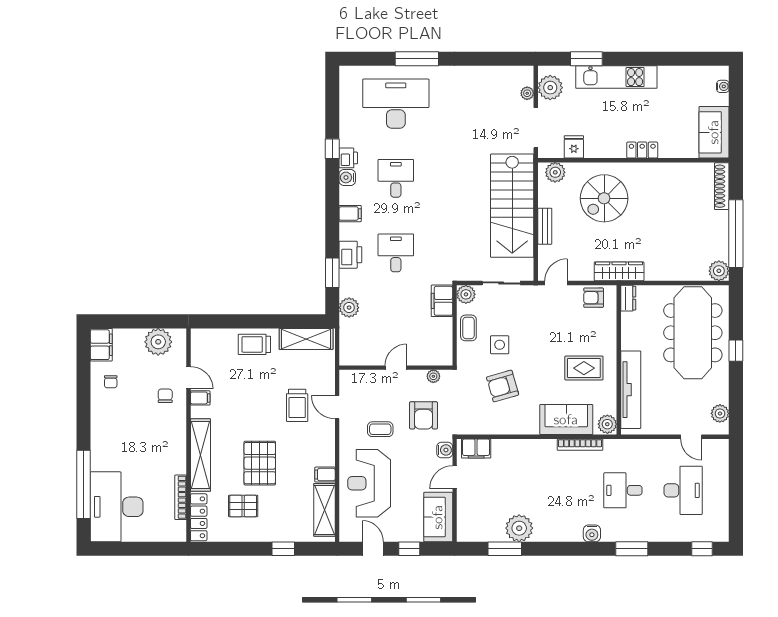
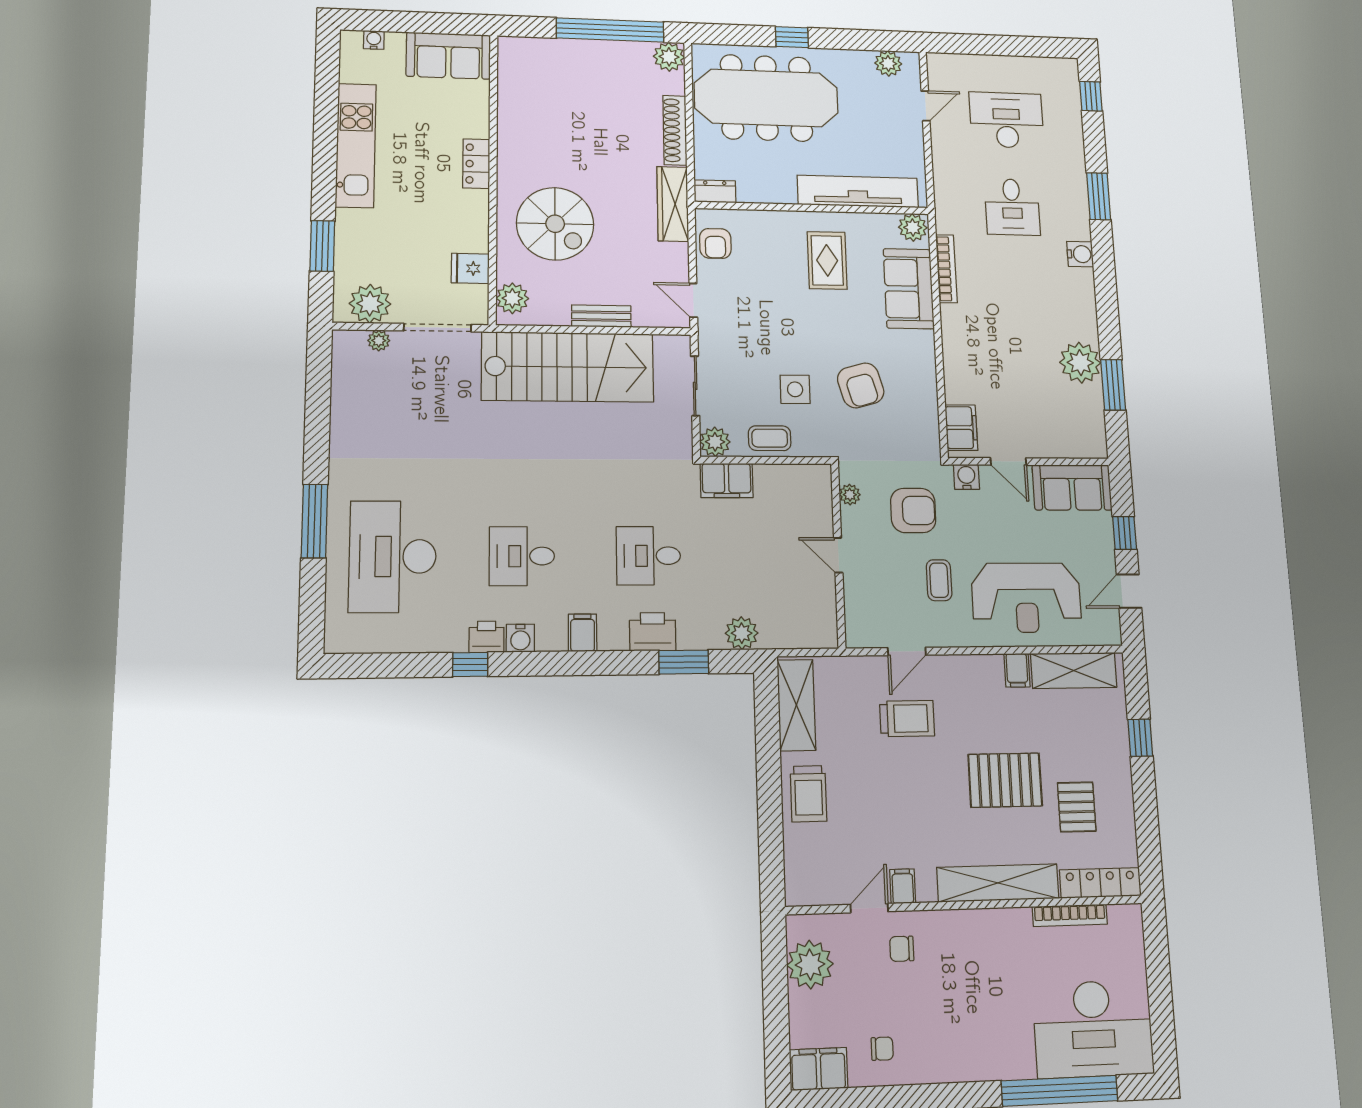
kitchen unit: (616, 77) -> (356, 145), moved
shoe rack: (722, 186) -> (675, 130), moved, turned 90

